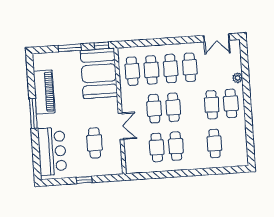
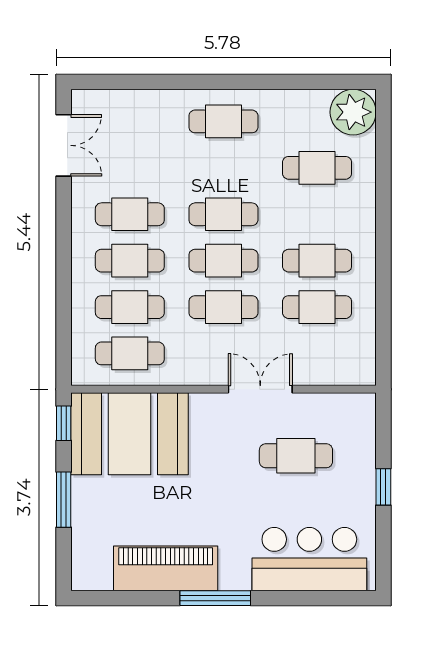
plant: (238, 78) -> (353, 112), moved, width x1.87, depth x1.87
cafe table: (212, 105) -> (223, 214), moved

